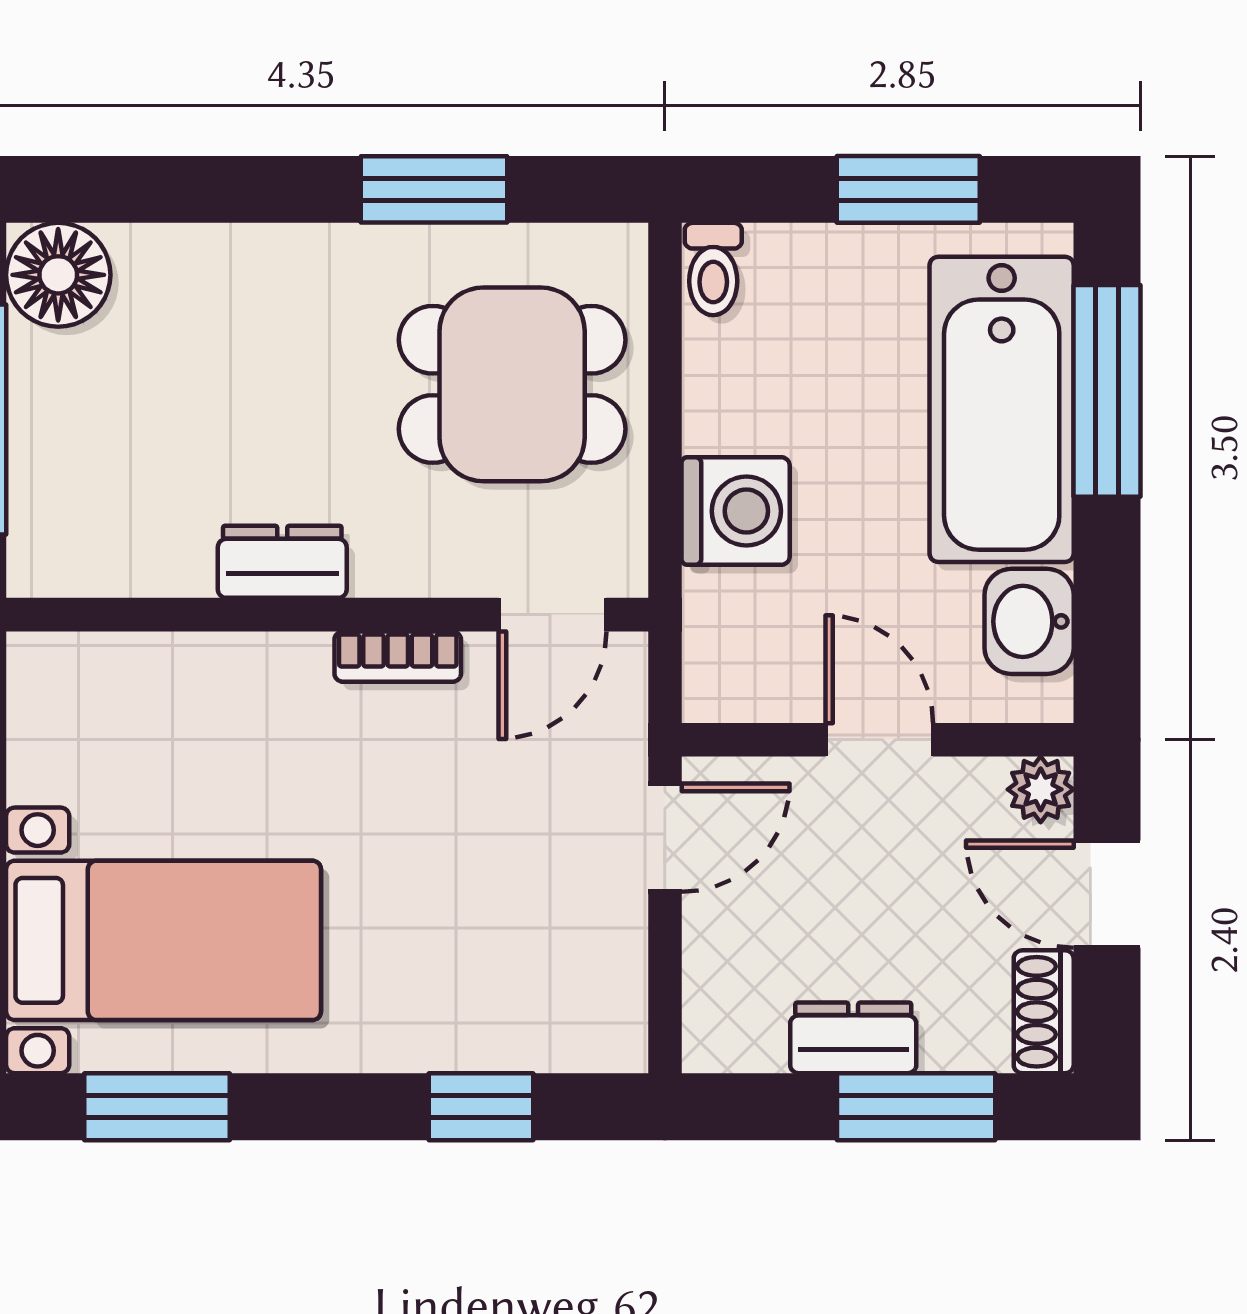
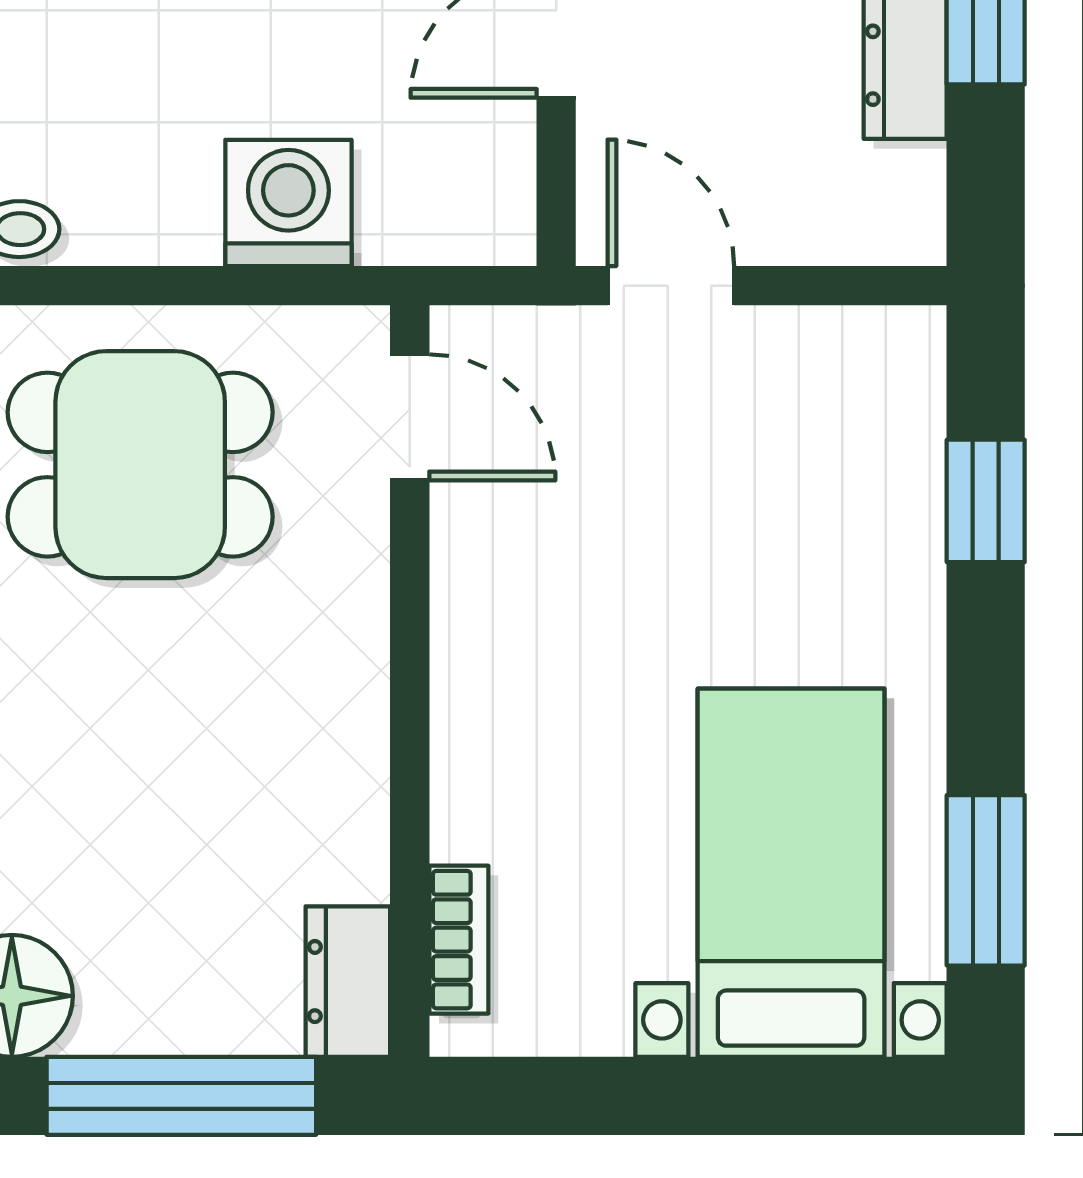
dining table: (512, 384) -> (140, 465), turned 90
dresser: (282, 562) -> (348, 982), moved
bookcase: (398, 657) -> (459, 940), moved

